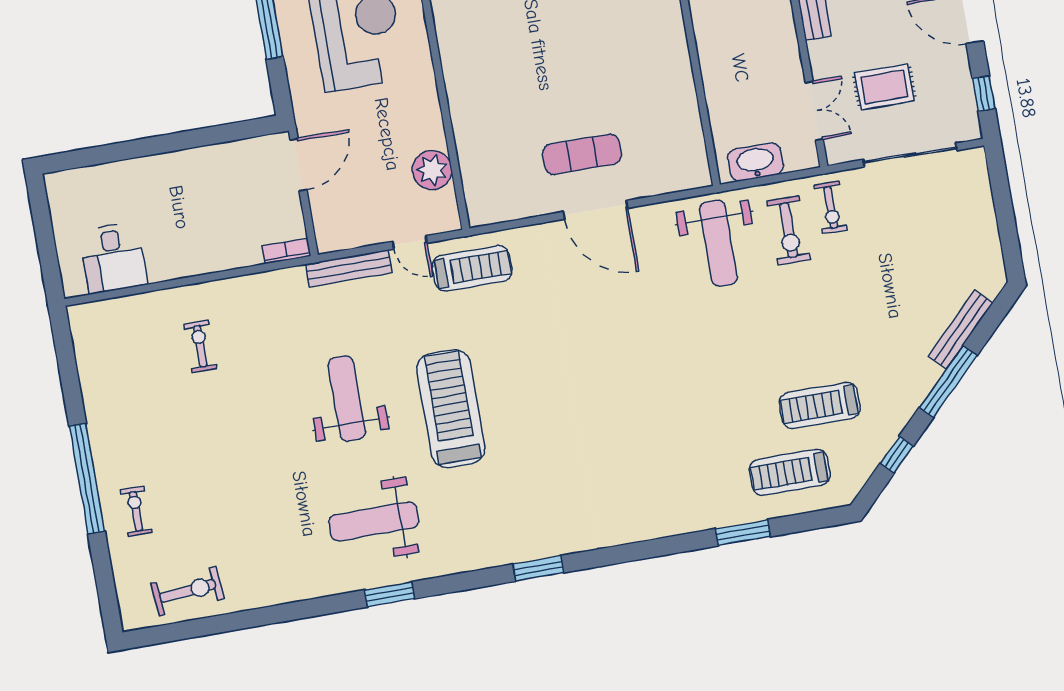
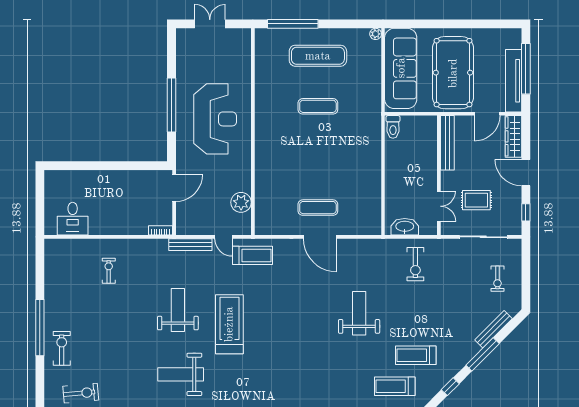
exercise bike: (831, 207) -> (497, 279), moved
weight bench: (718, 243) -> (359, 313), moved, turned 180
exercise bike: (136, 511) -> (62, 348), width x1.38, depth x1.39

